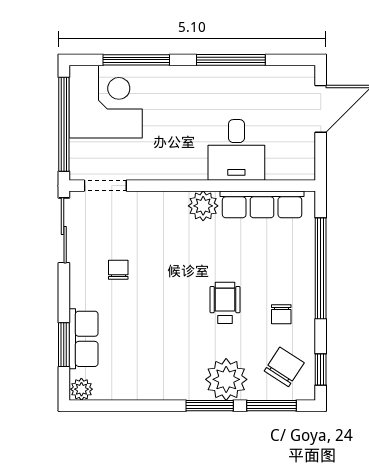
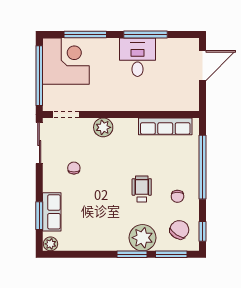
desk: (236, 150) -> (138, 57), moved, turned 180
plant: (203, 206) -> (103, 127), moved

